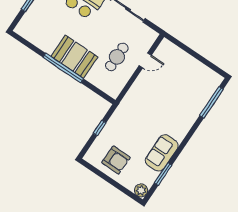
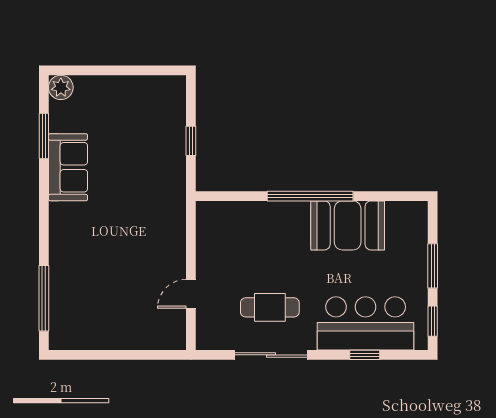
booth: (74, 57) -> (348, 225), moved
cafe table: (117, 57) -> (270, 307), moved, turned 90
armchair: (116, 160) -> (132, 108), removed

